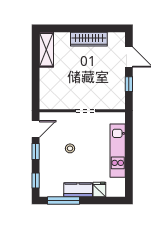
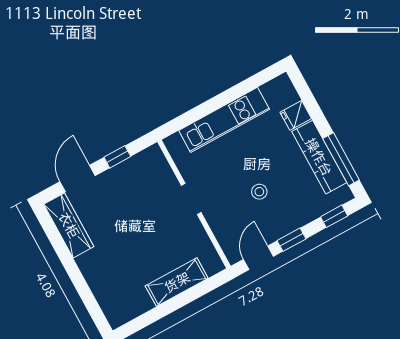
wardrobe: (89, 39) -> (69, 225), moved
shelving: (46, 50) -> (177, 282), moved
door: (36, 129) -> (258, 258), hinge flipped
kitchen counter: (78, 190) -> (319, 157), width x1.50

